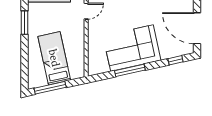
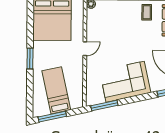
window: (130, 70) -> (104, 105), moved

